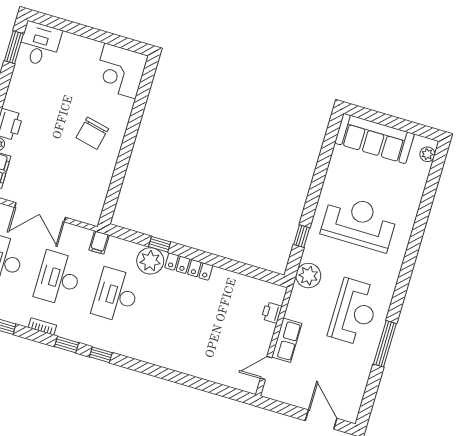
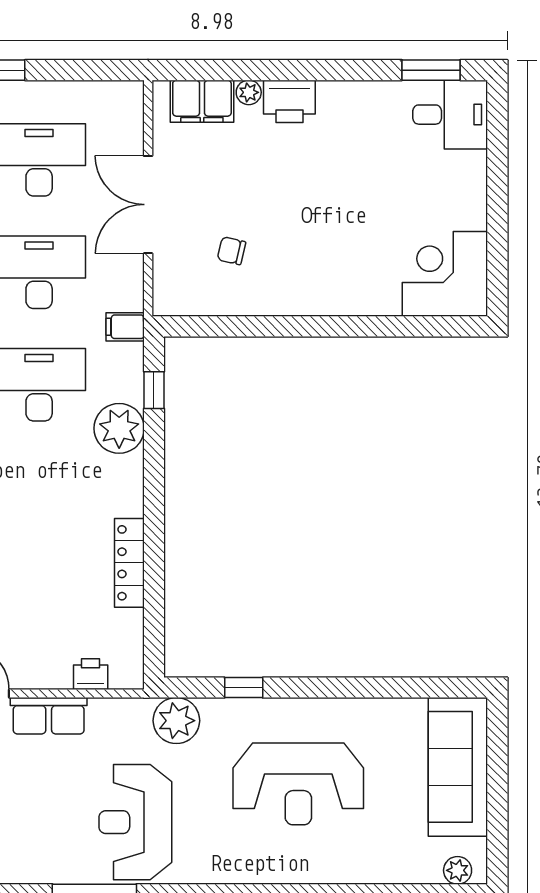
chair: (92, 133) -> (231, 251), moved, width x0.54, depth x0.54
reception desk: (359, 223) -> (298, 784), turned 90
window: (160, 244) -> (154, 390), moved
locker: (189, 267) -> (129, 563), moved
reception desk: (354, 312) -> (135, 822), turned 90

